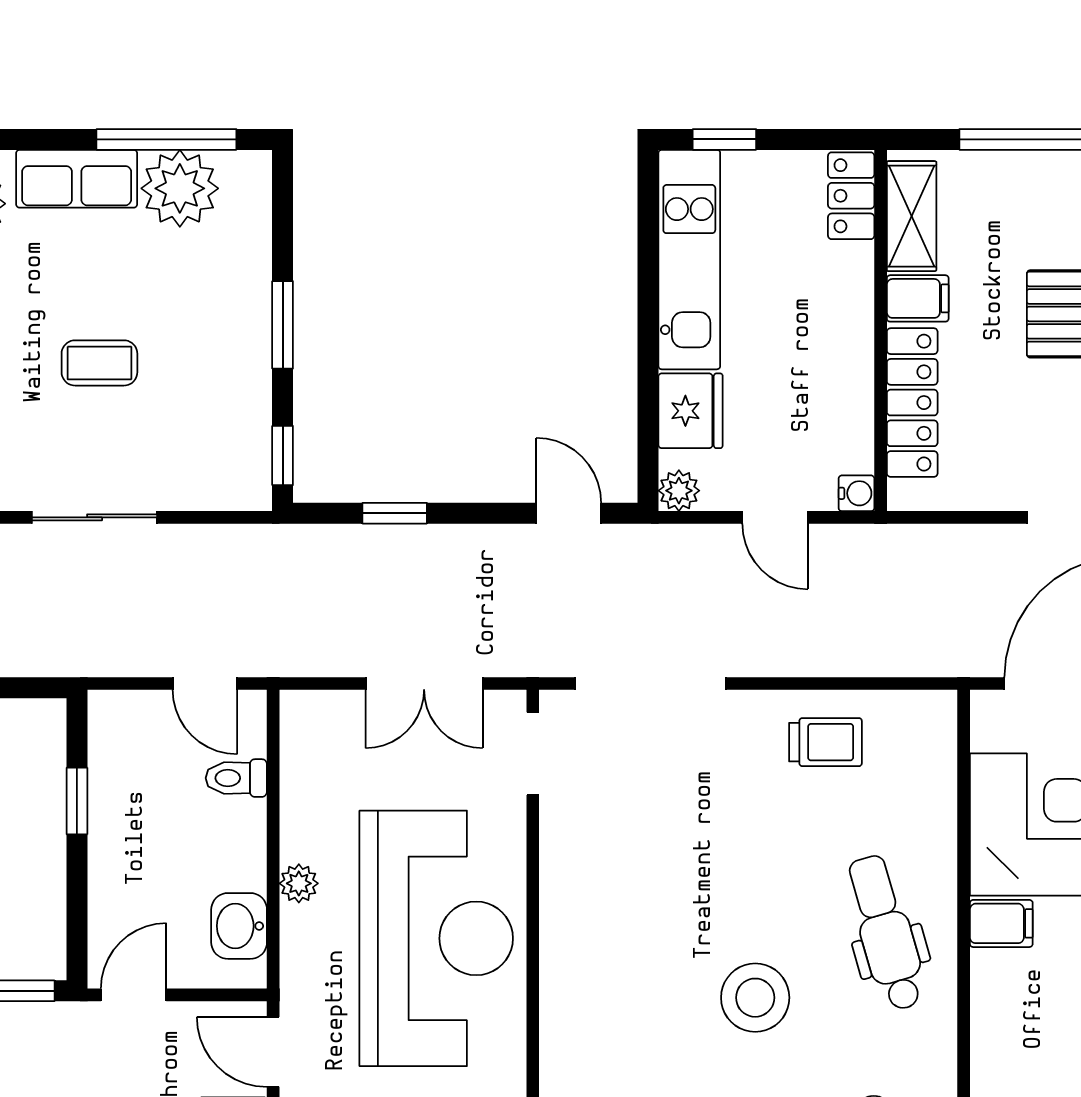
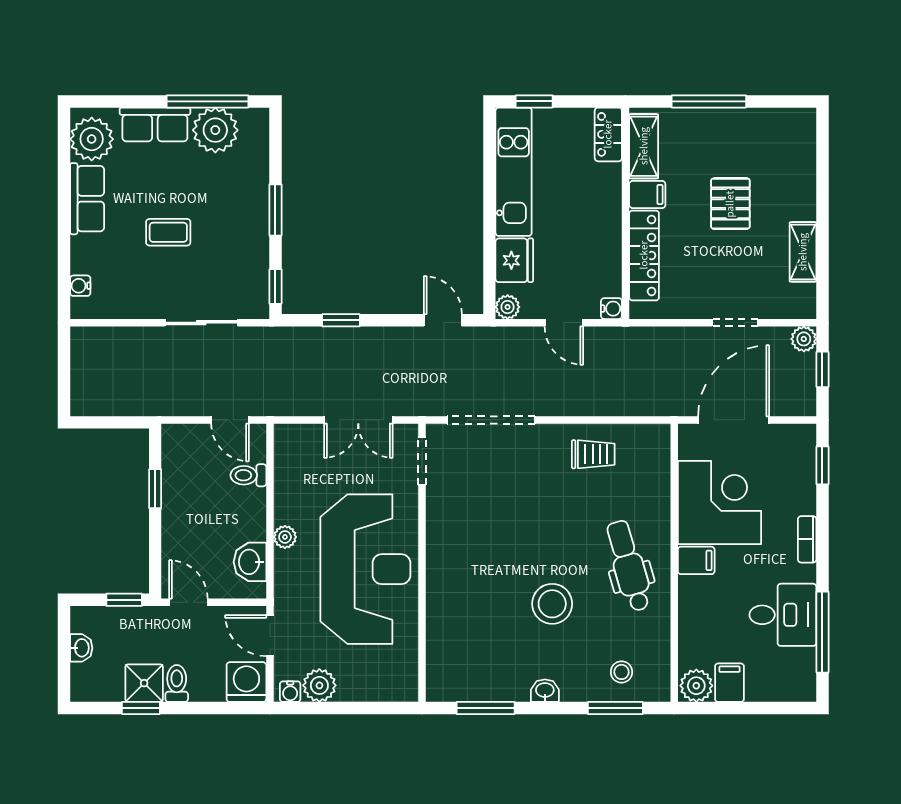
sliding door: (95, 517) -> (201, 323), moved
door: (134, 995) -> (188, 602), hinge flipped

